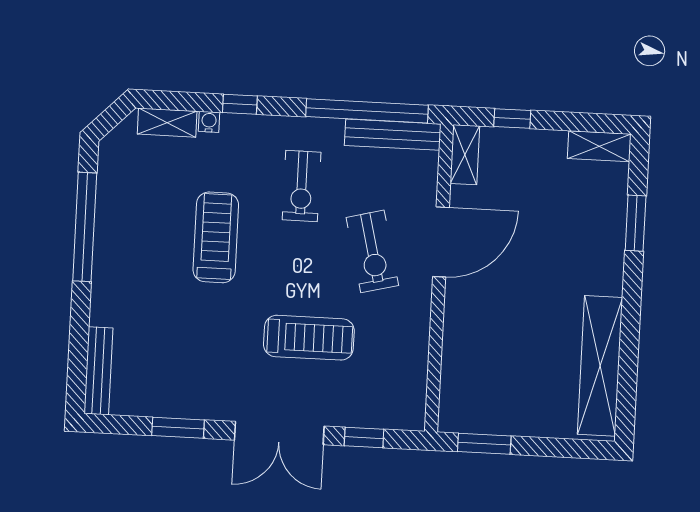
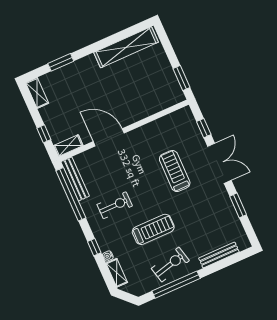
treadmill: (216, 237) -> (153, 229), turned 180
exercise bike: (372, 251) -> (170, 264), moved
bench: (98, 371) -> (219, 255), moved

